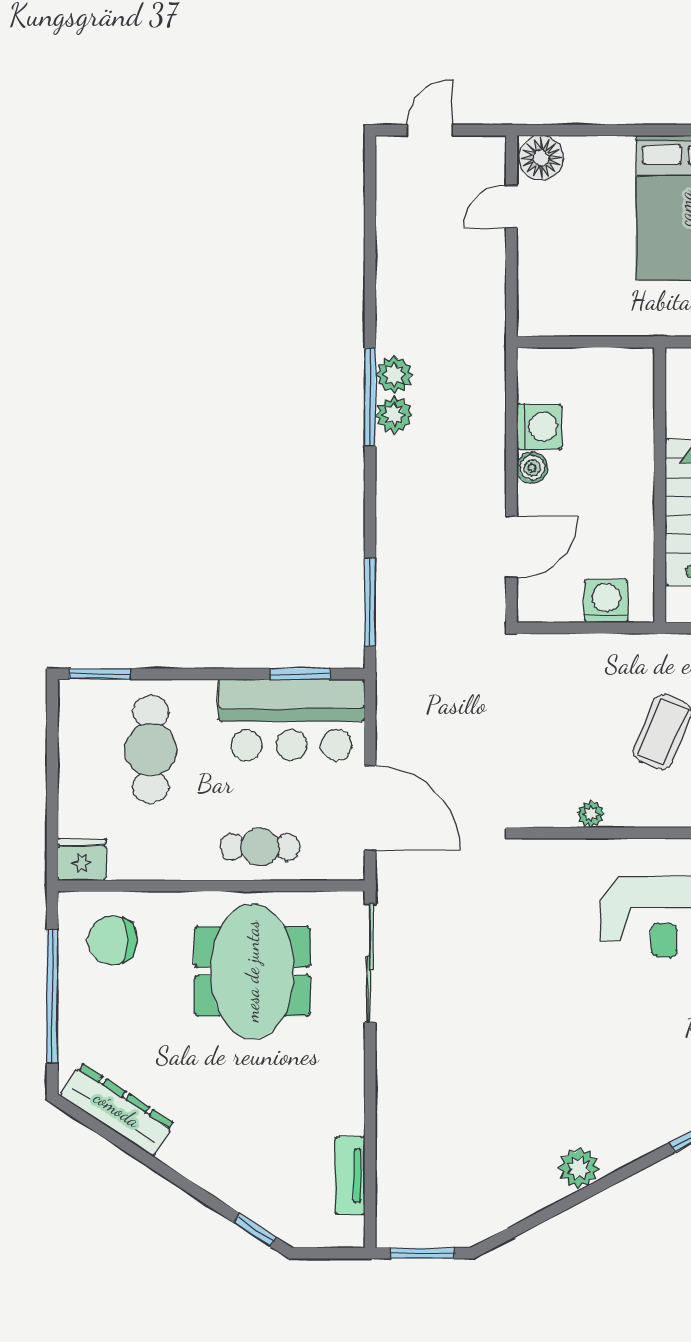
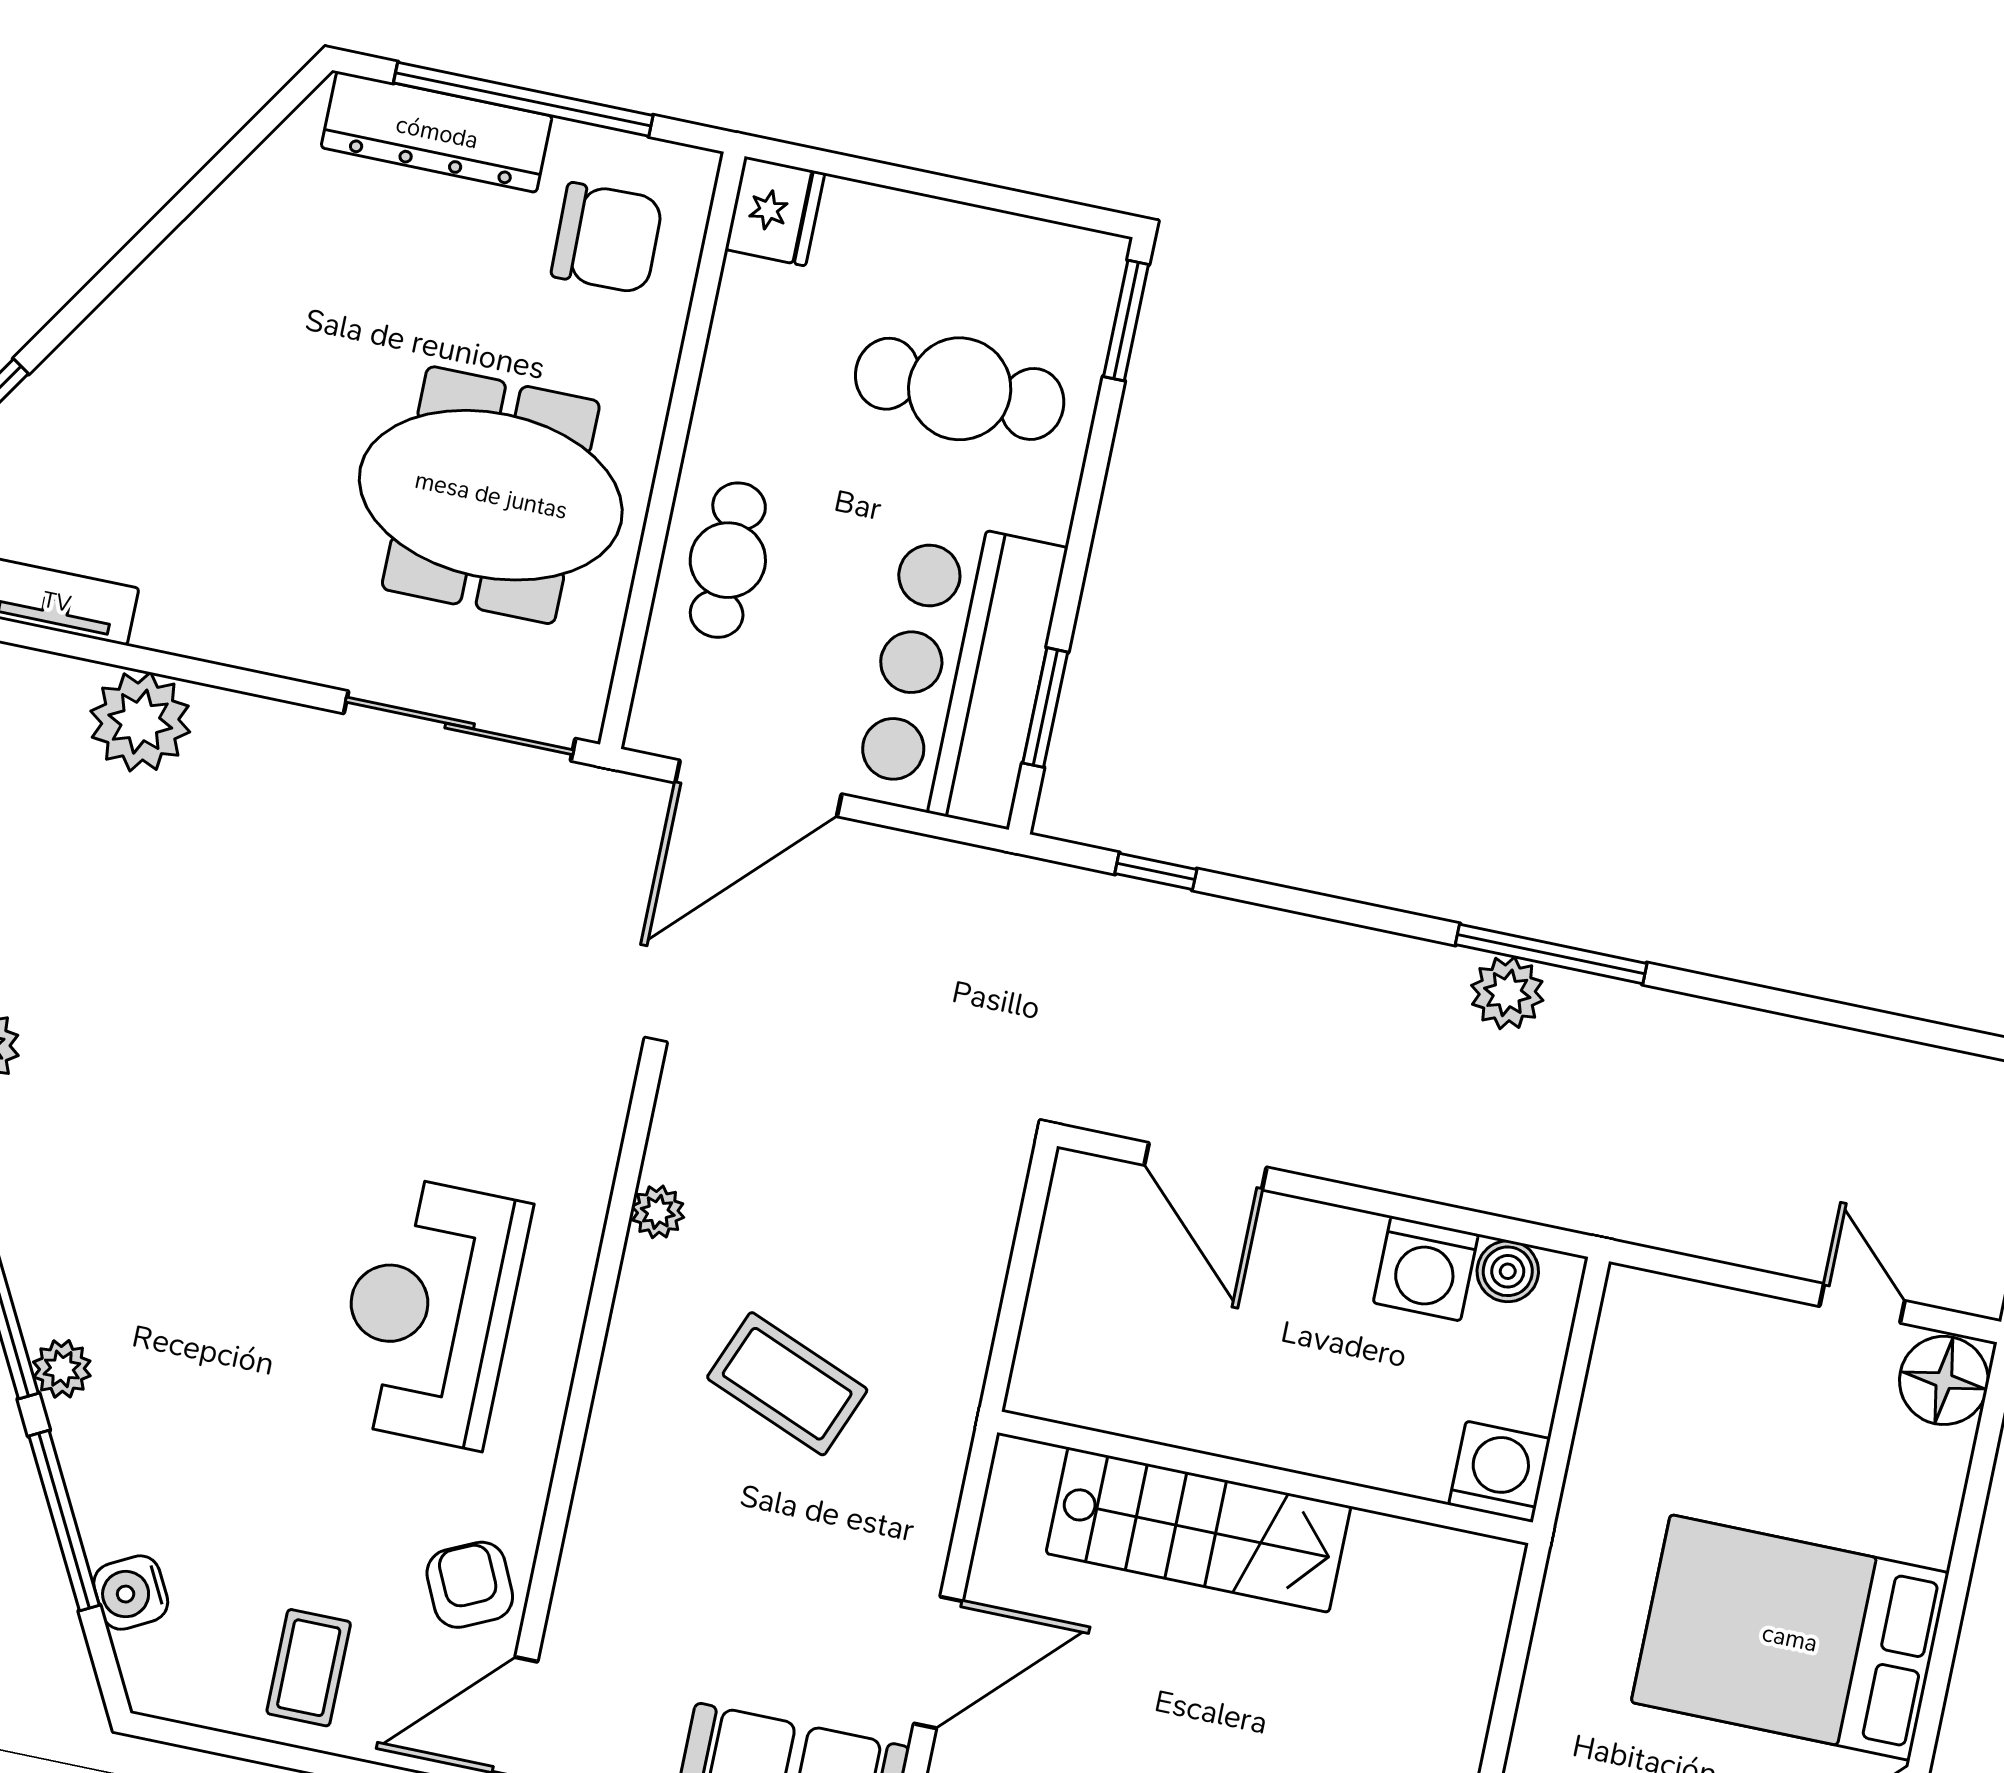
plant: (394, 375) -> (140, 722), moved, width x1.36, depth x1.36
boiler: (532, 468) -> (1508, 1271), moved
washing machine: (606, 601) -> (1499, 1472), moved, turned -90
window: (370, 602) -> (1156, 871), width x0.46
chair: (112, 940) -> (607, 238), turned 89
dresser: (117, 1109) -> (437, 132), moved, turned 57

